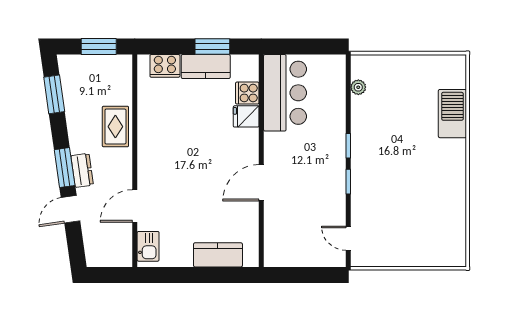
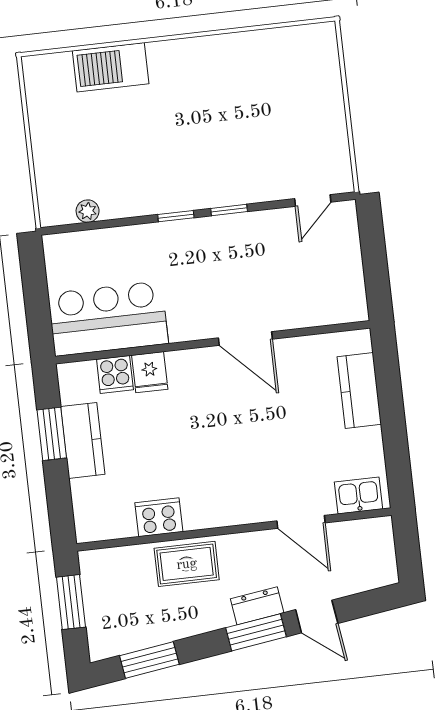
cooker: (165, 66) -> (159, 517), moved, turned -90

